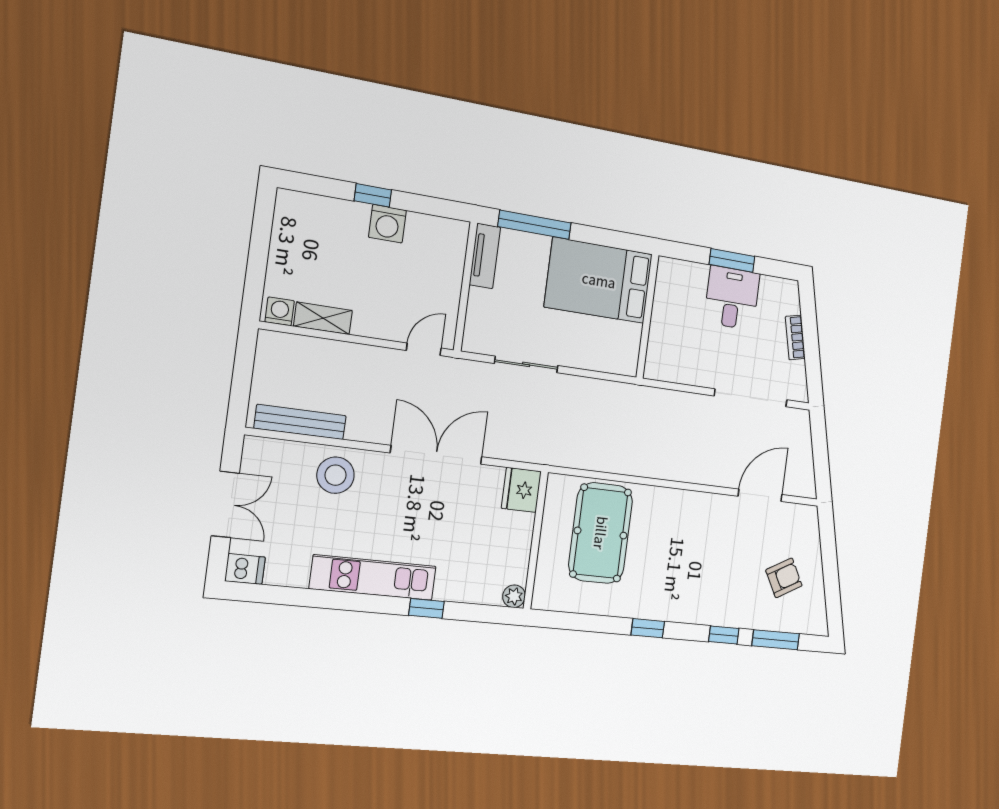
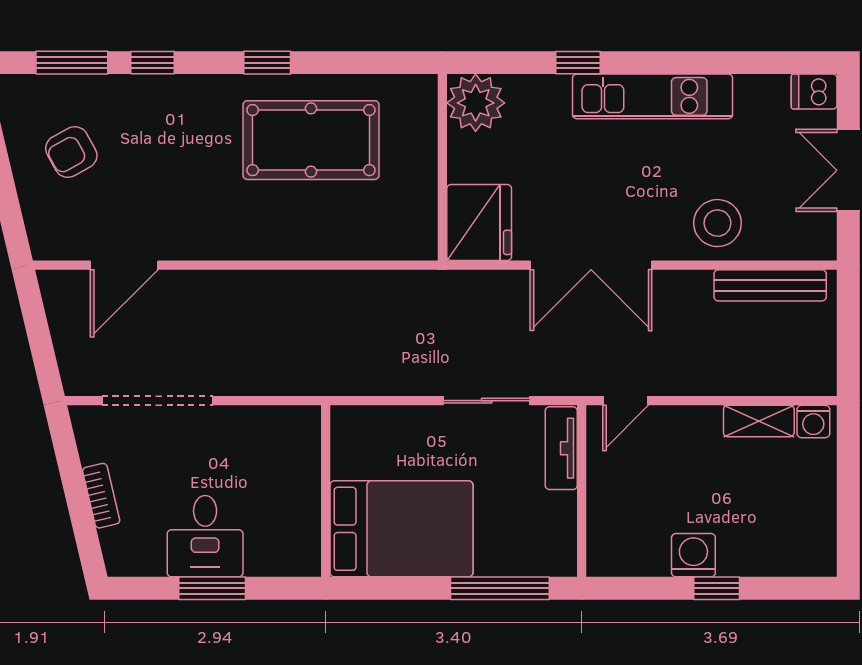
tv unit: (485, 256) -> (561, 448), moved
fridge: (521, 490) -> (479, 223), width x1.36, depth x1.34
pool table: (601, 533) -> (311, 140), moved, turned 90
plant: (514, 596) -> (476, 103), width x1.87, depth x1.87

